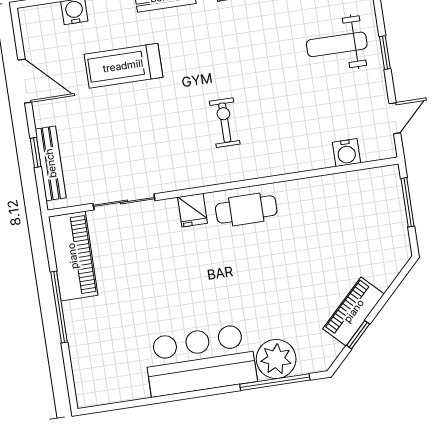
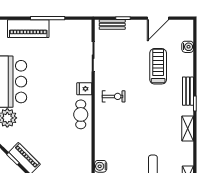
exercise bike: (225, 123) -> (114, 96), moved
bench: (51, 163) -> (112, 25), width x0.73
piano: (73, 256) -> (28, 29), moved

